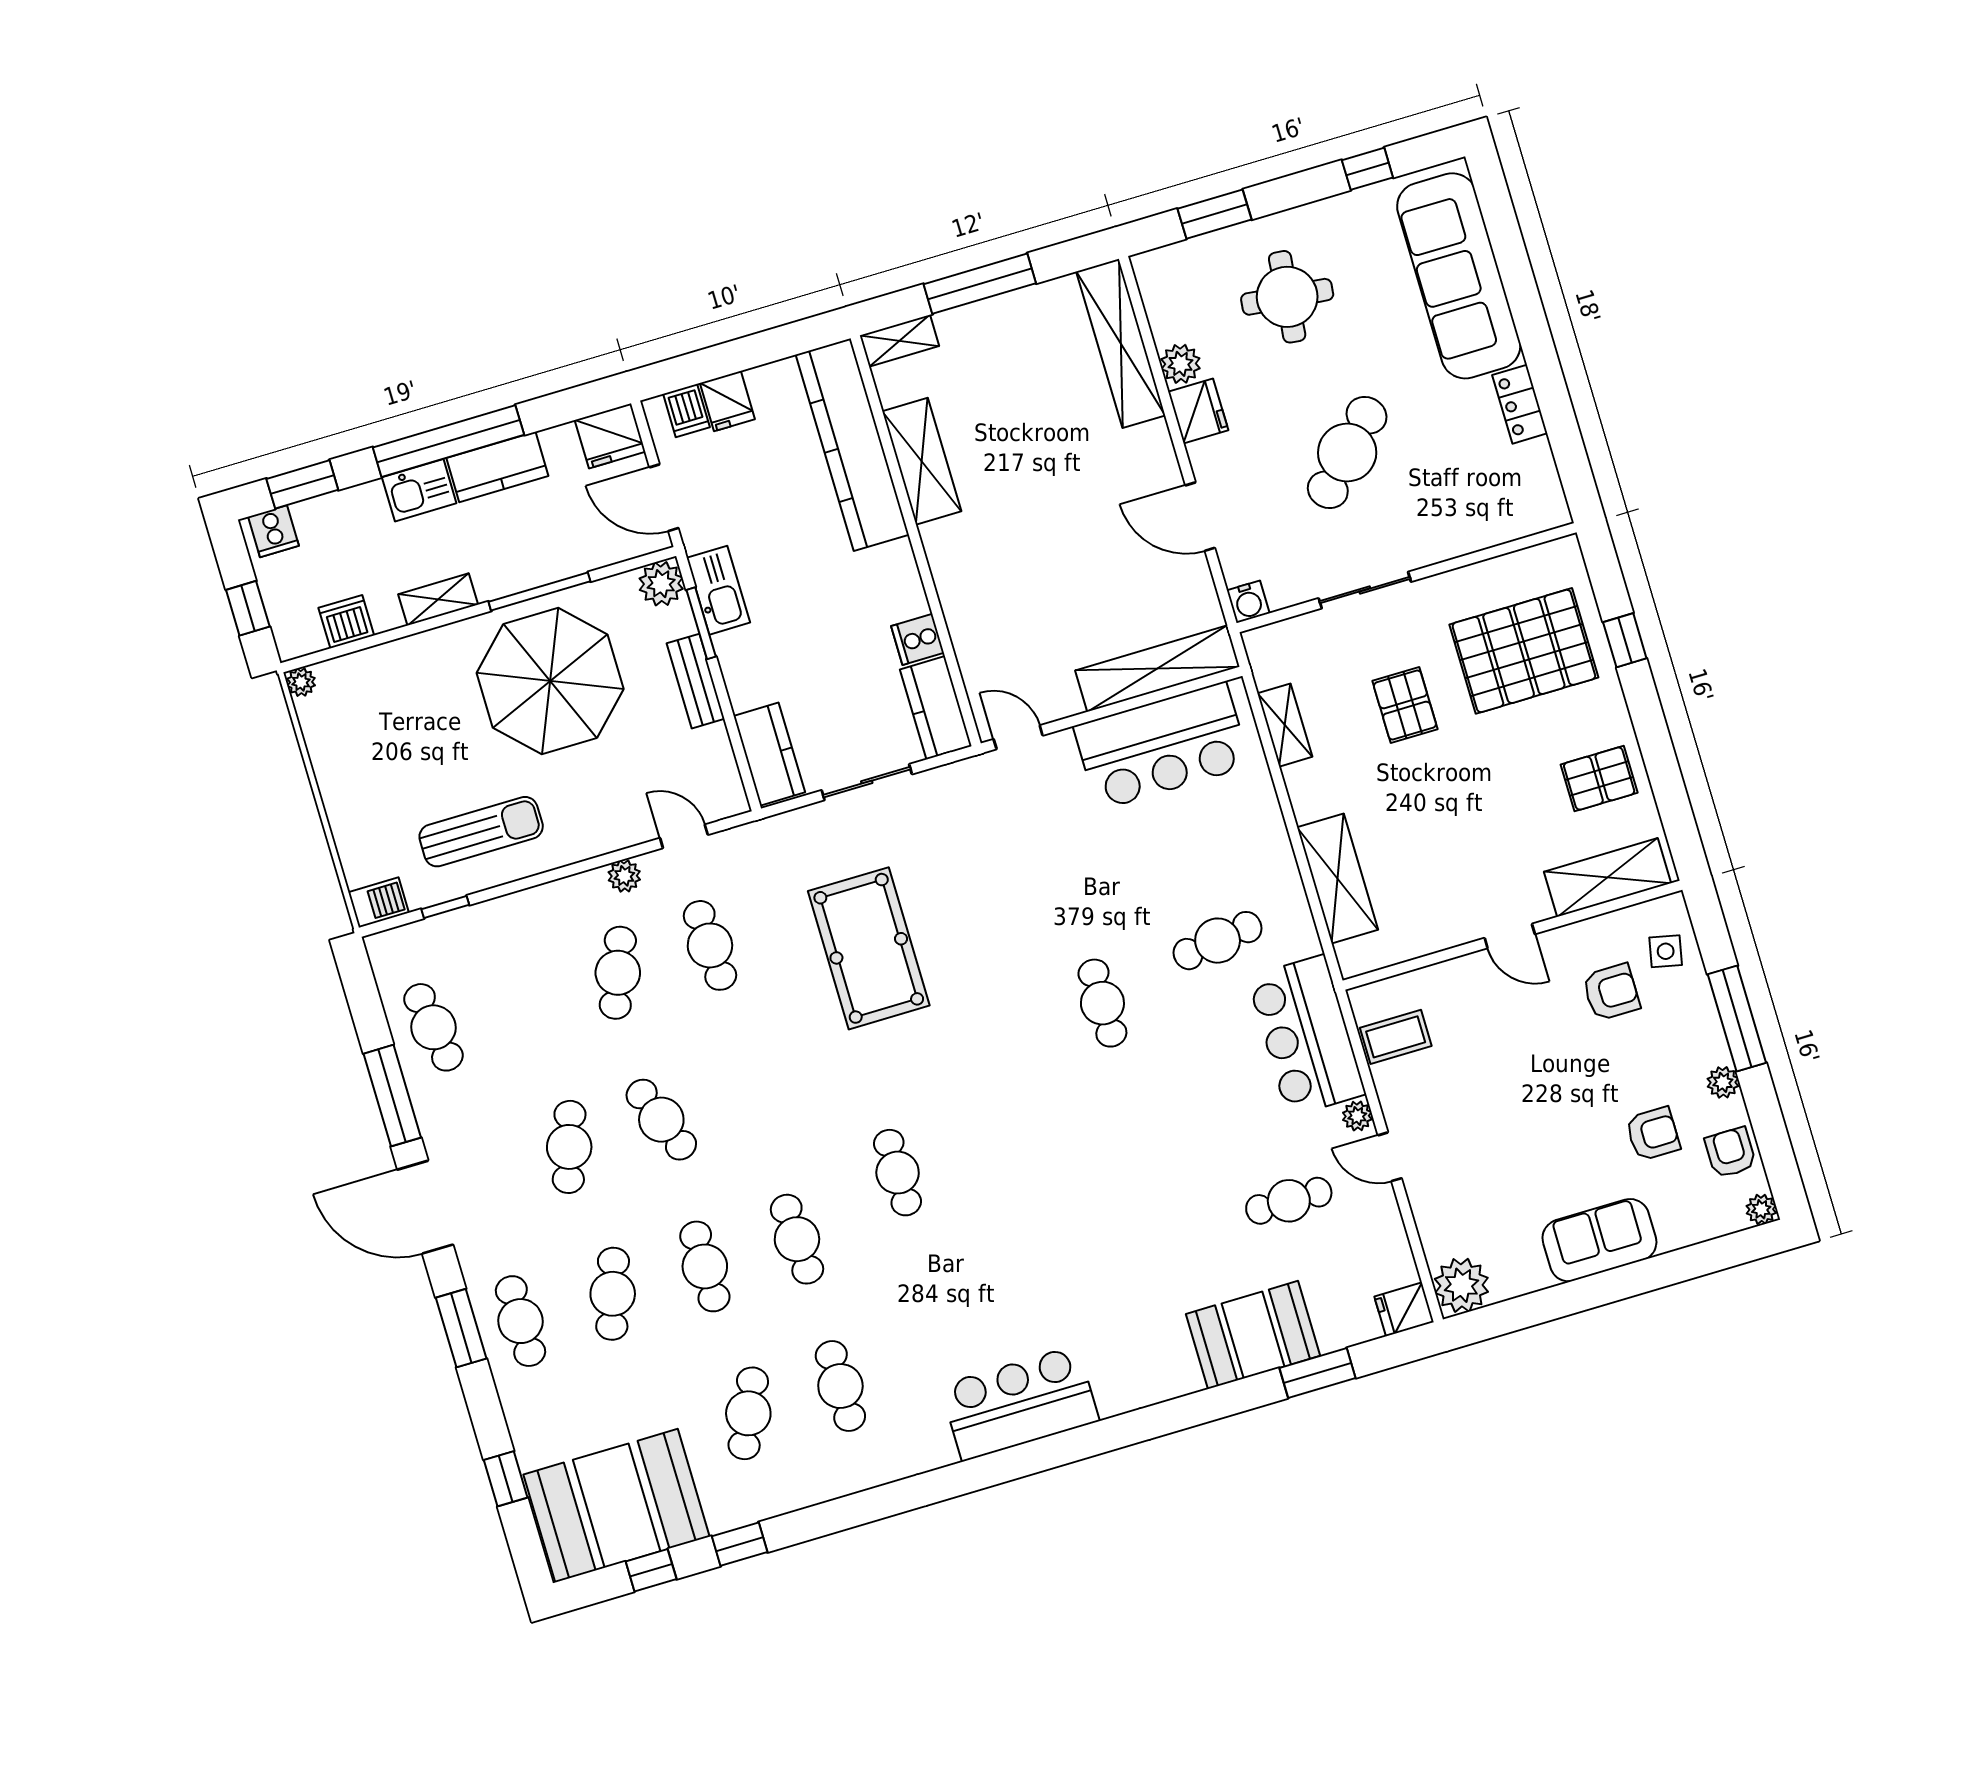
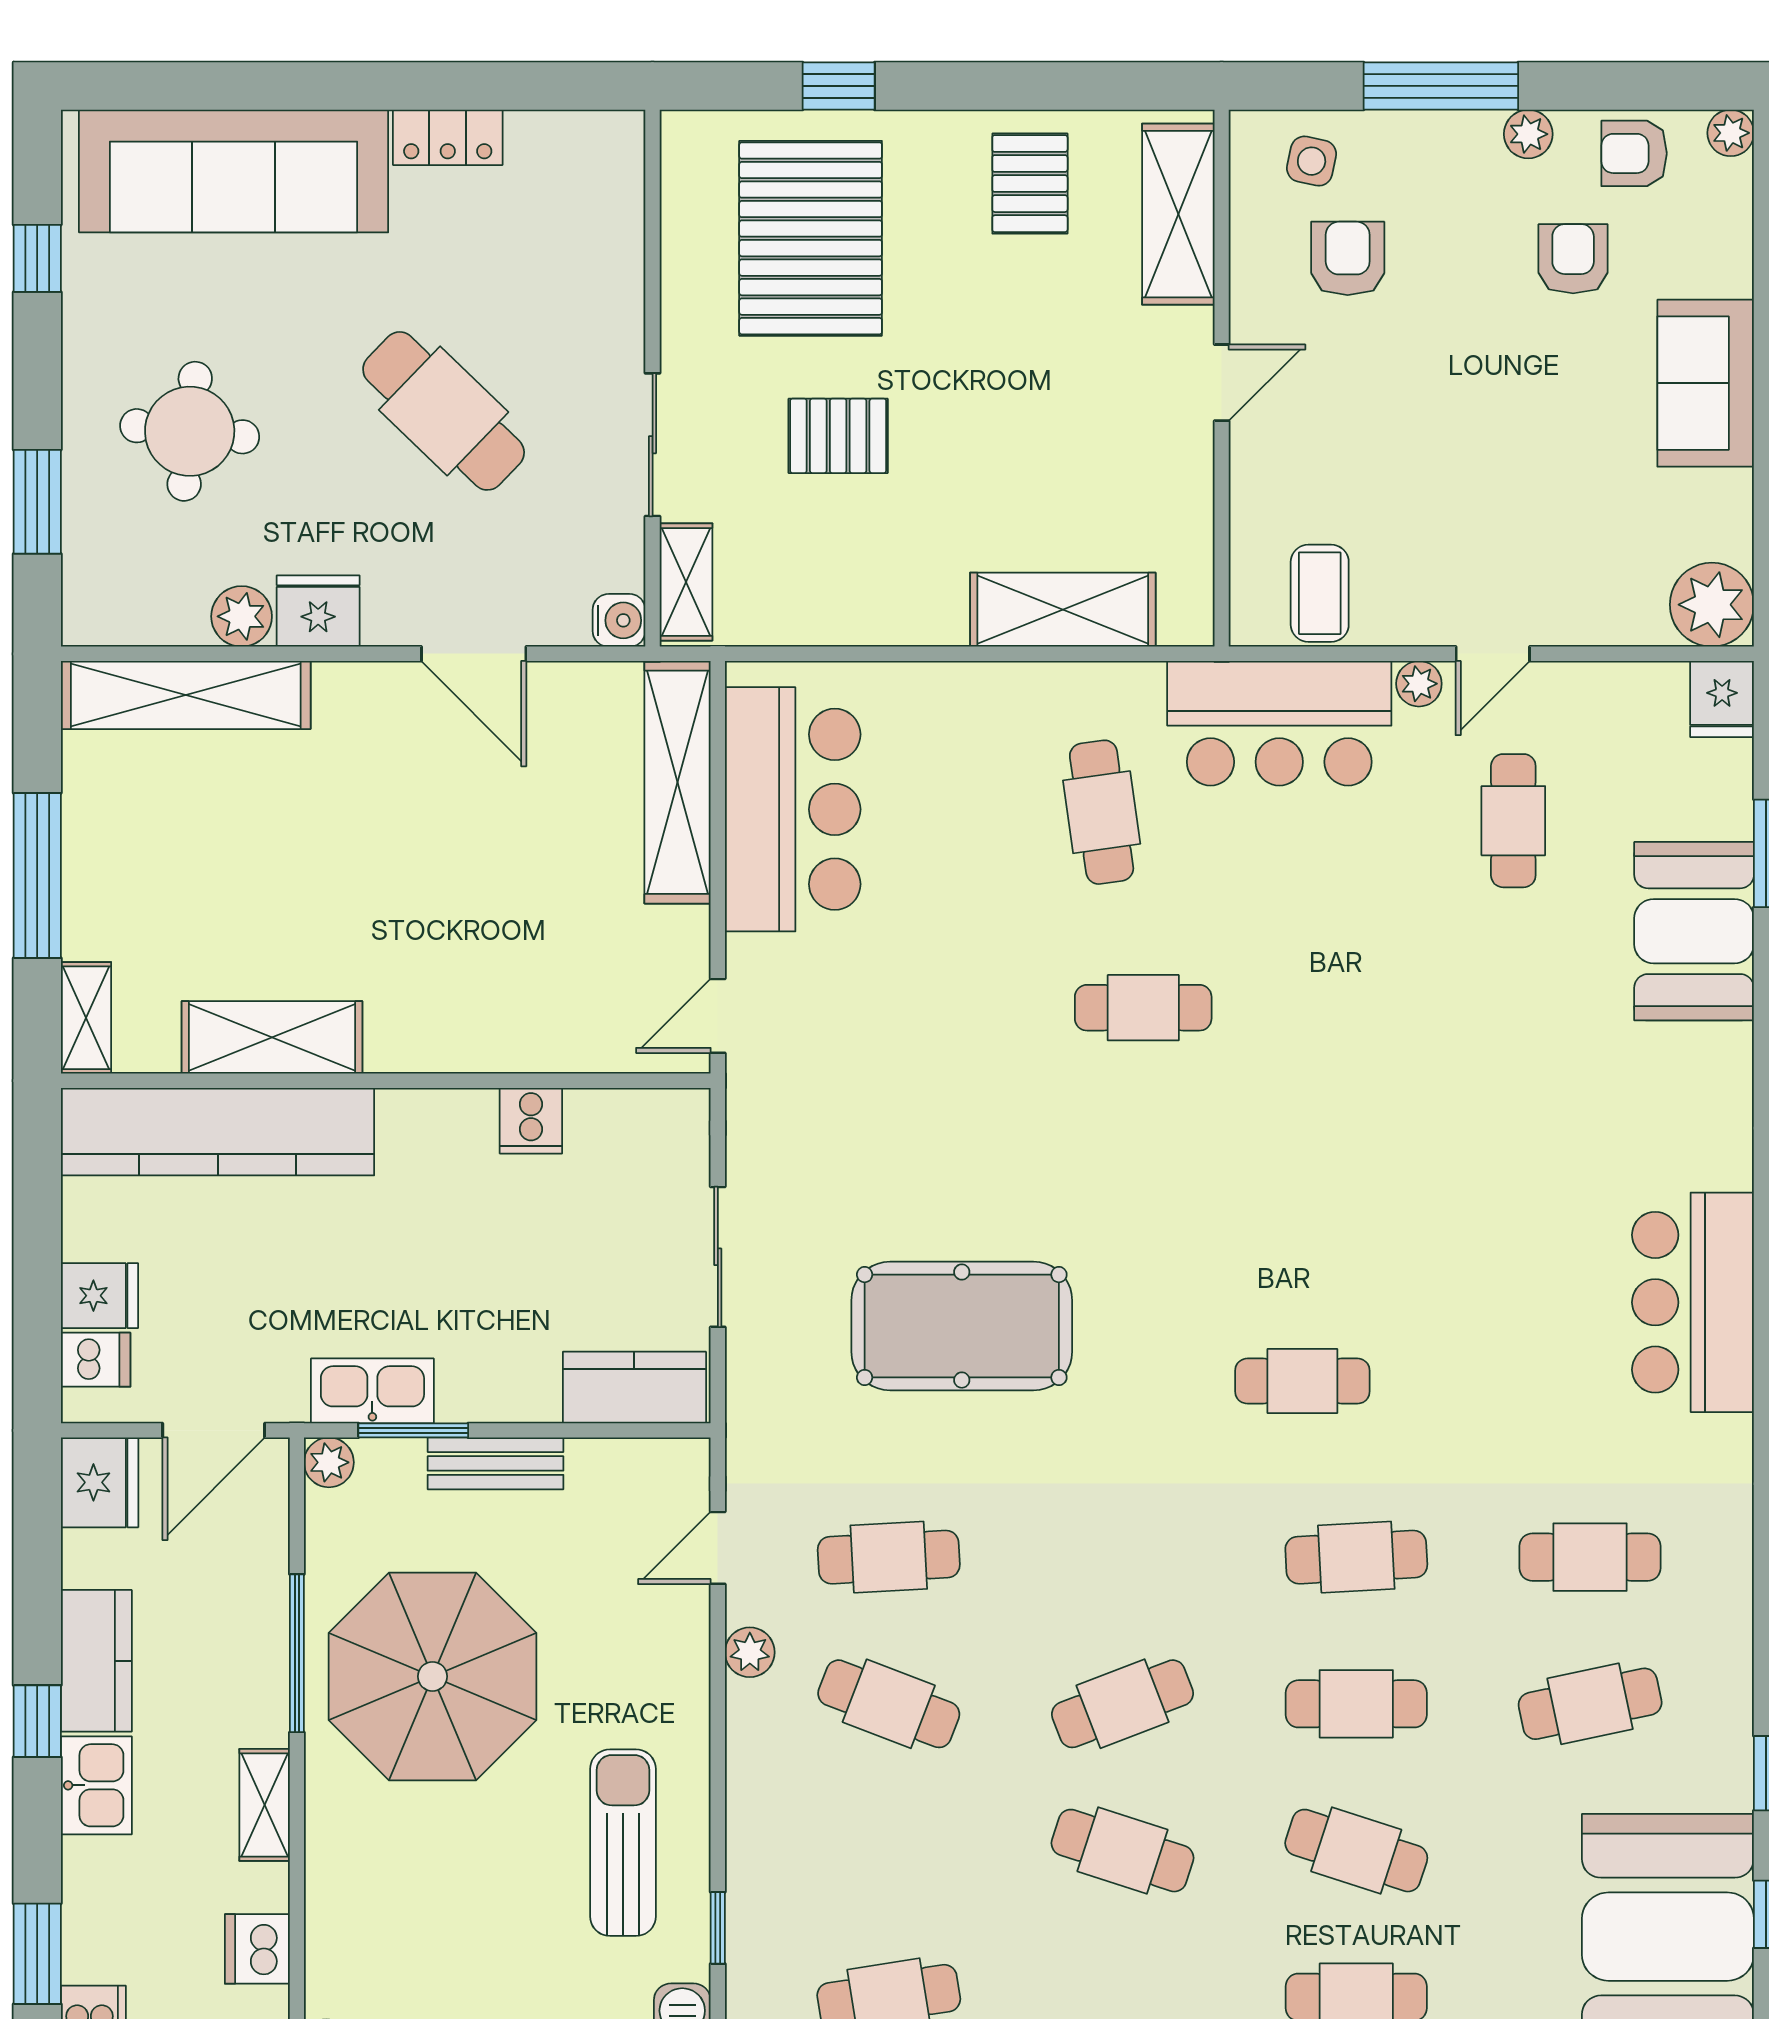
window: (448, 441) -> (37, 1721), width x0.32
door: (1200, 517) -> (474, 654), hinge flipped
plant: (661, 584) -> (329, 1462), width x0.73, depth x0.73
kitchen counter: (936, 708) -> (639, 1124), removed
shelving: (1285, 725) -> (686, 582), moved, turned 90
cafe table: (748, 1413) -> (1590, 1704), turned -36

